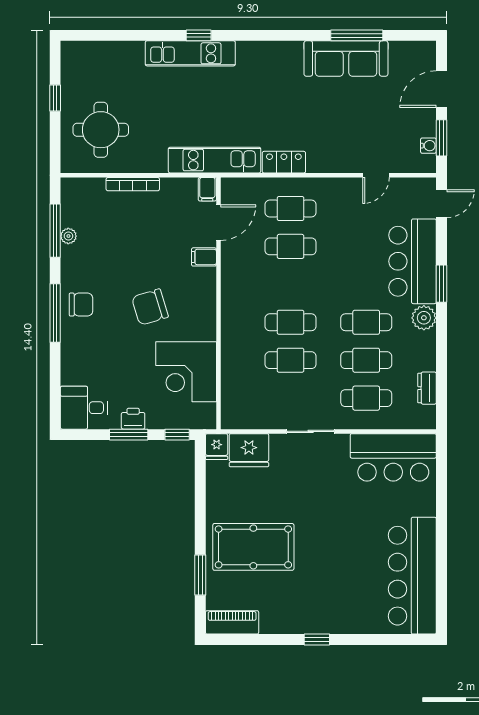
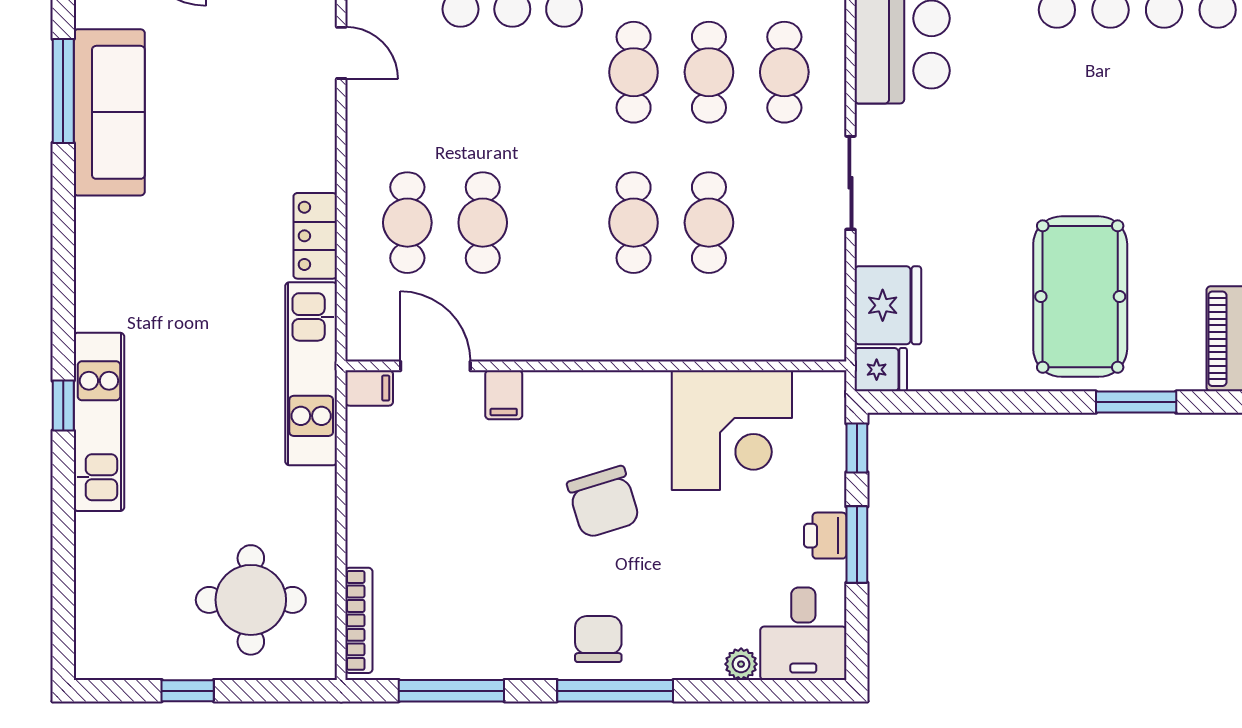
bookcase: (133, 184) -> (359, 620), moved
plant: (68, 236) -> (741, 664), moved

